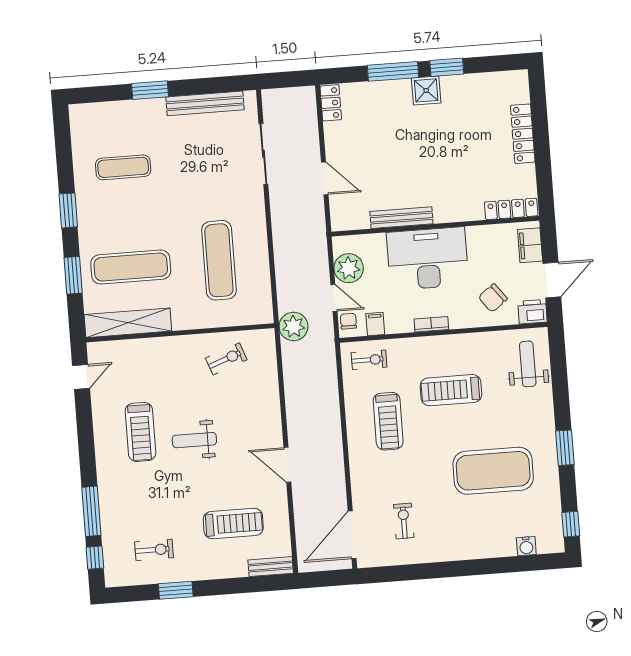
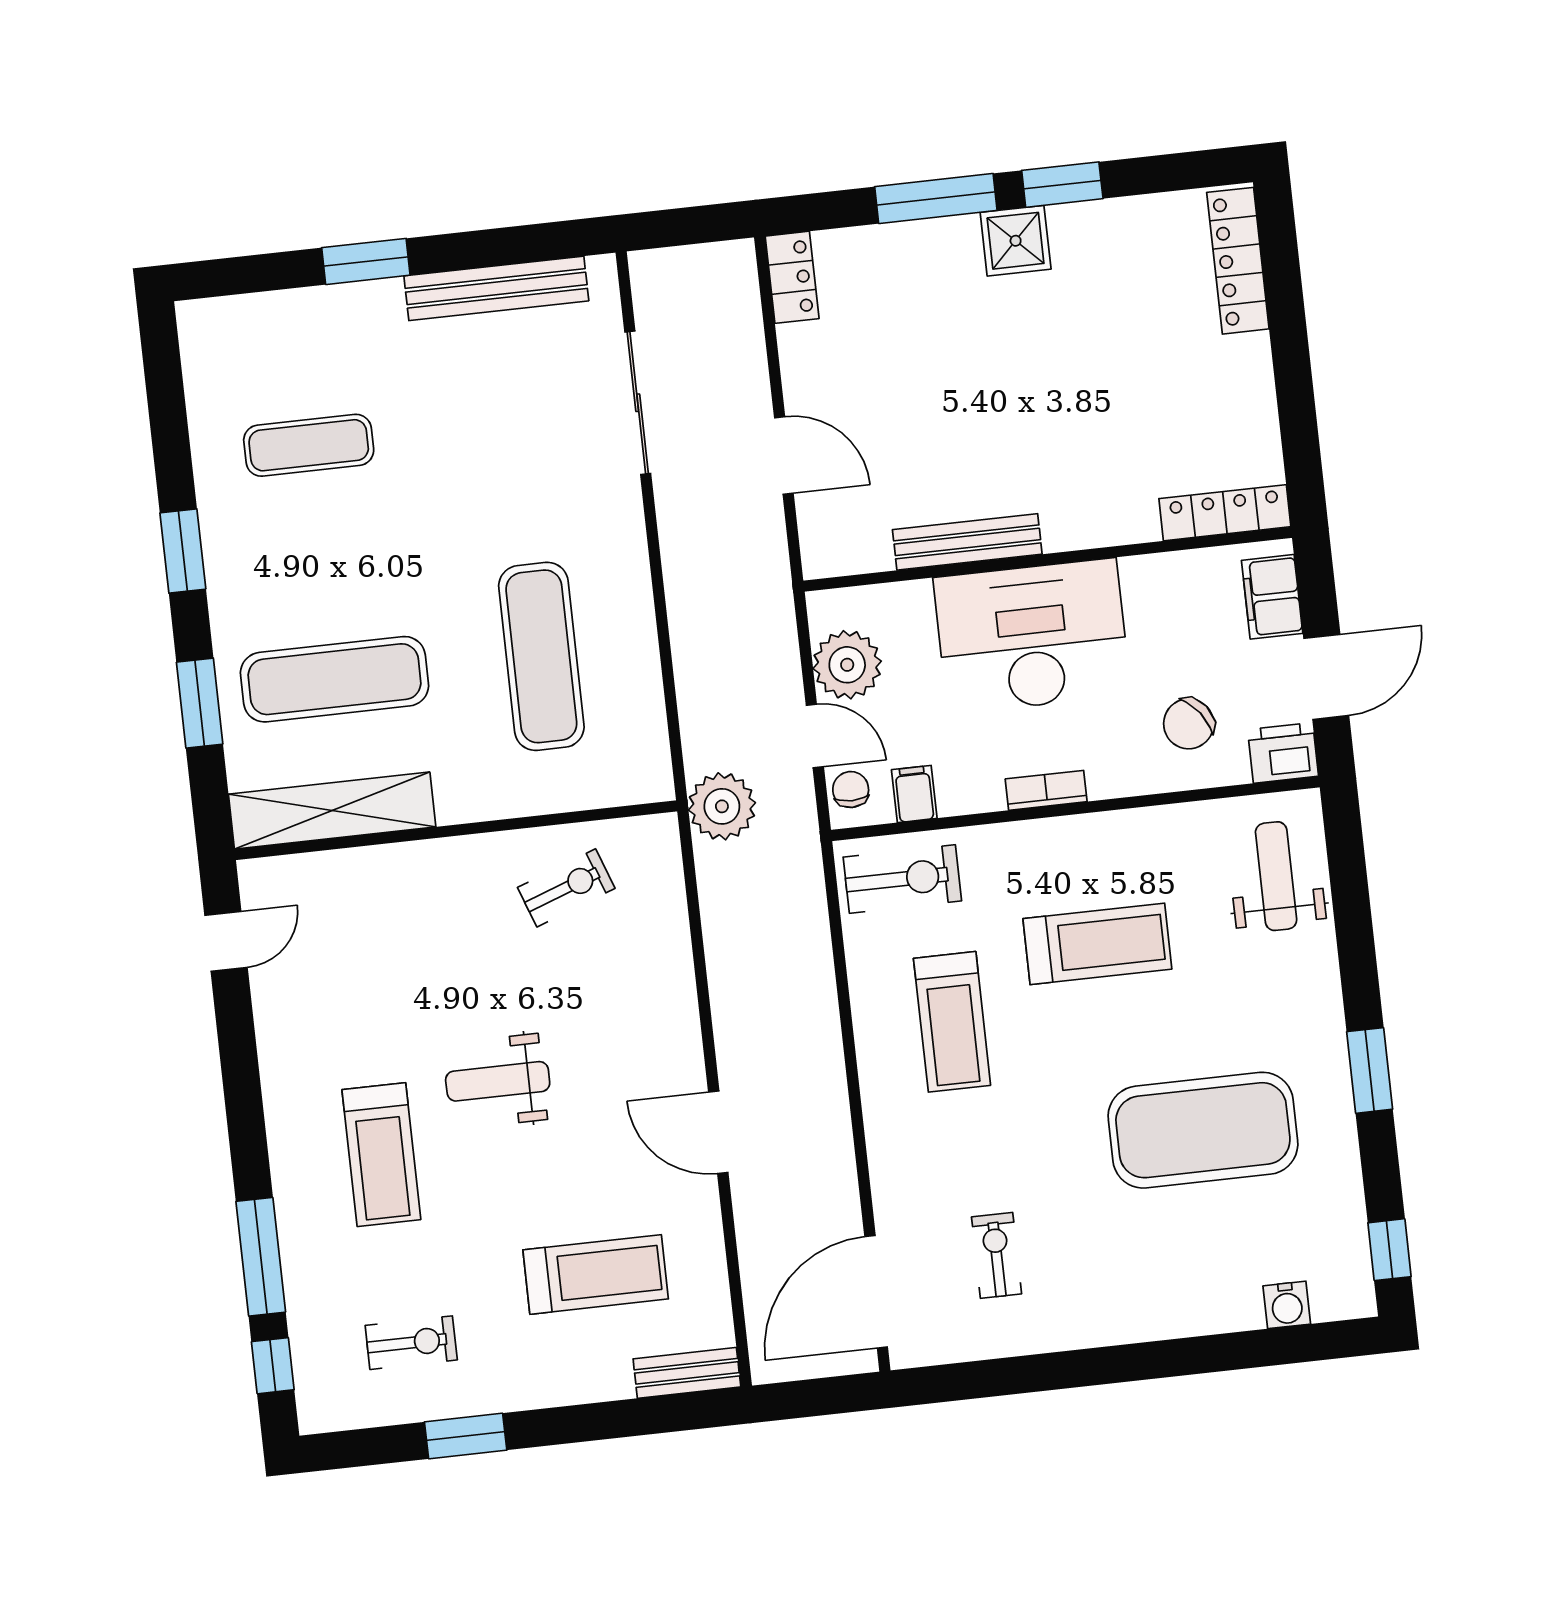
locker: (523, 134) -> (1238, 261), moved
exercise bike: (369, 360) -> (902, 879), width x1.38, depth x1.39
treadmill: (451, 390) -> (1097, 944), turned 180
treadmill: (140, 432) -> (381, 1155), moved

